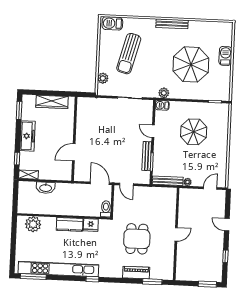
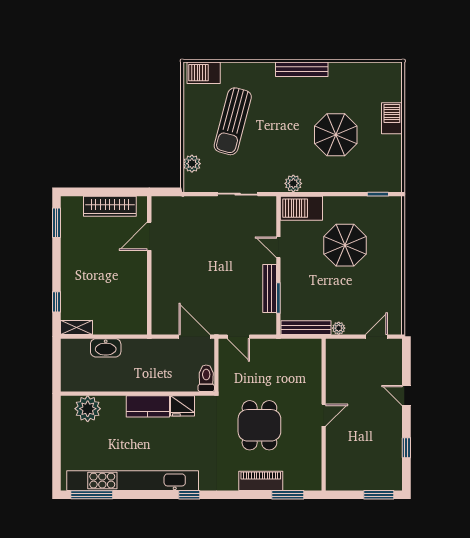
parasol: (191, 64) -> (336, 135), width x0.73, depth x0.73
barbecue: (162, 105) -> (301, 208), width x1.88, depth x1.53
freezer: (28, 136) -> (72, 264), removed
door: (74, 152) -> (149, 236), moved

